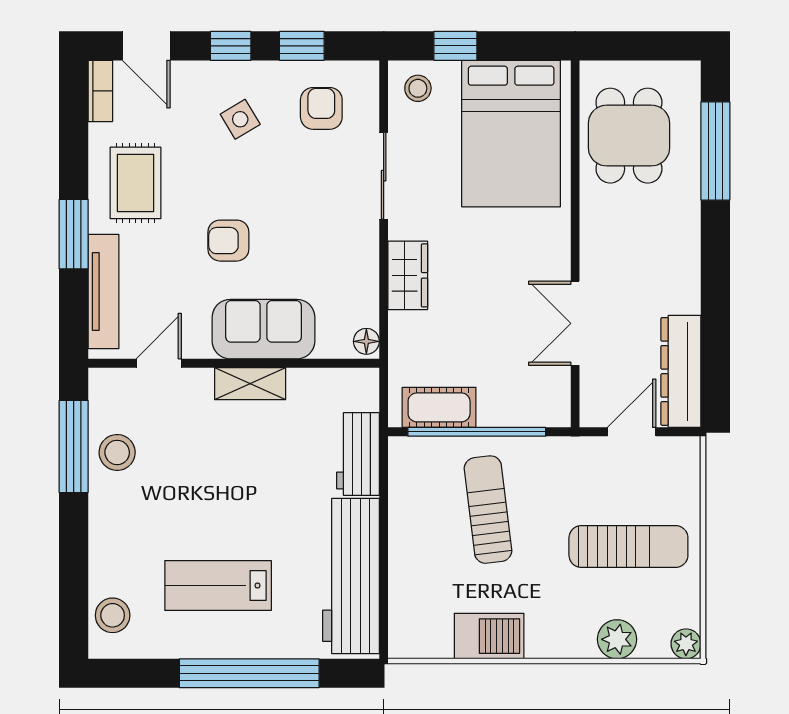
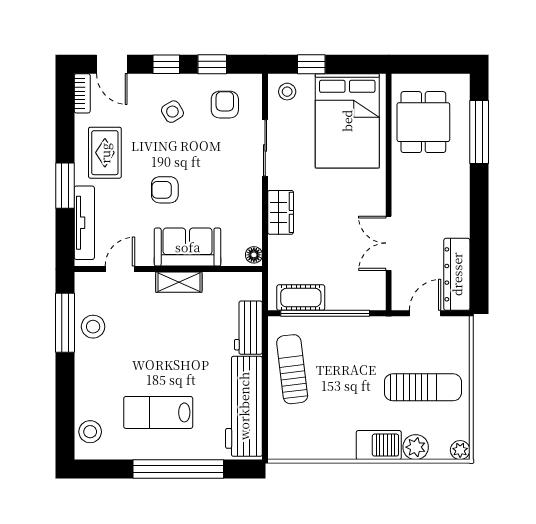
sun lounger: (488, 510) -> (292, 369), moved
barbecue: (489, 636) -> (379, 445), moved

